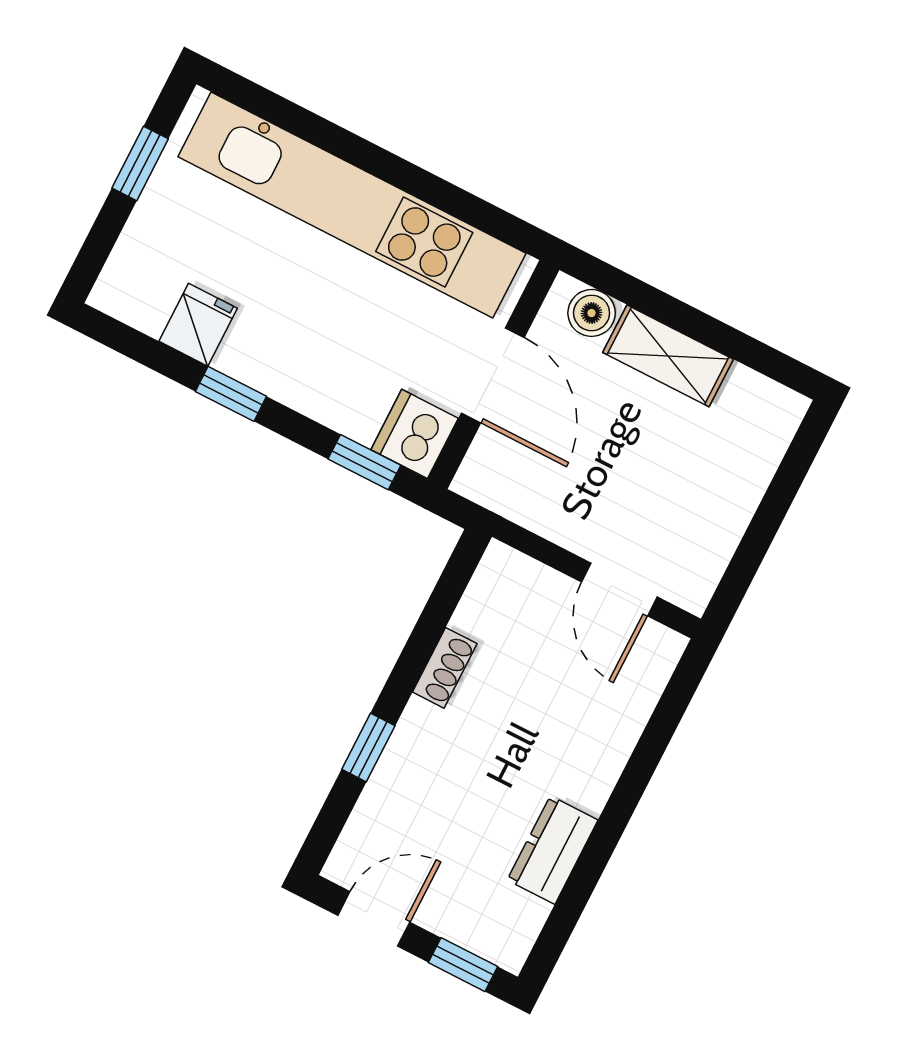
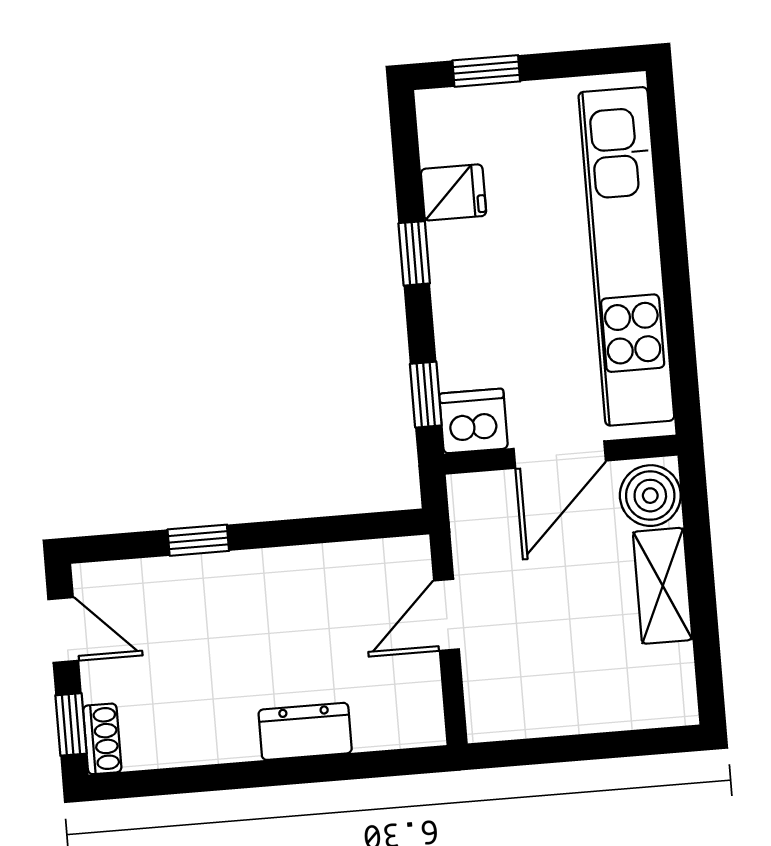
window: (140, 163) -> (486, 71), moved
boiler: (592, 313) -> (650, 496), width x1.36, depth x1.36
door: (619, 589) -> (447, 615), moved
shoe rack: (445, 668) -> (102, 739), moved, turned -90
dresser: (553, 850) -> (305, 731), moved

